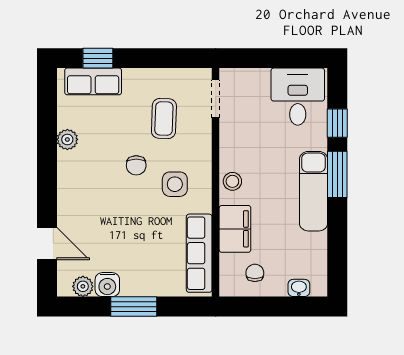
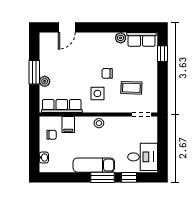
row of seats: (93, 81) -> (142, 39), moved, turned -90
filing cabinet: (235, 229) -> (68, 124), width x0.50
water cooler: (107, 285) -> (46, 59), removed
plant: (83, 286) -> (45, 81), moved

